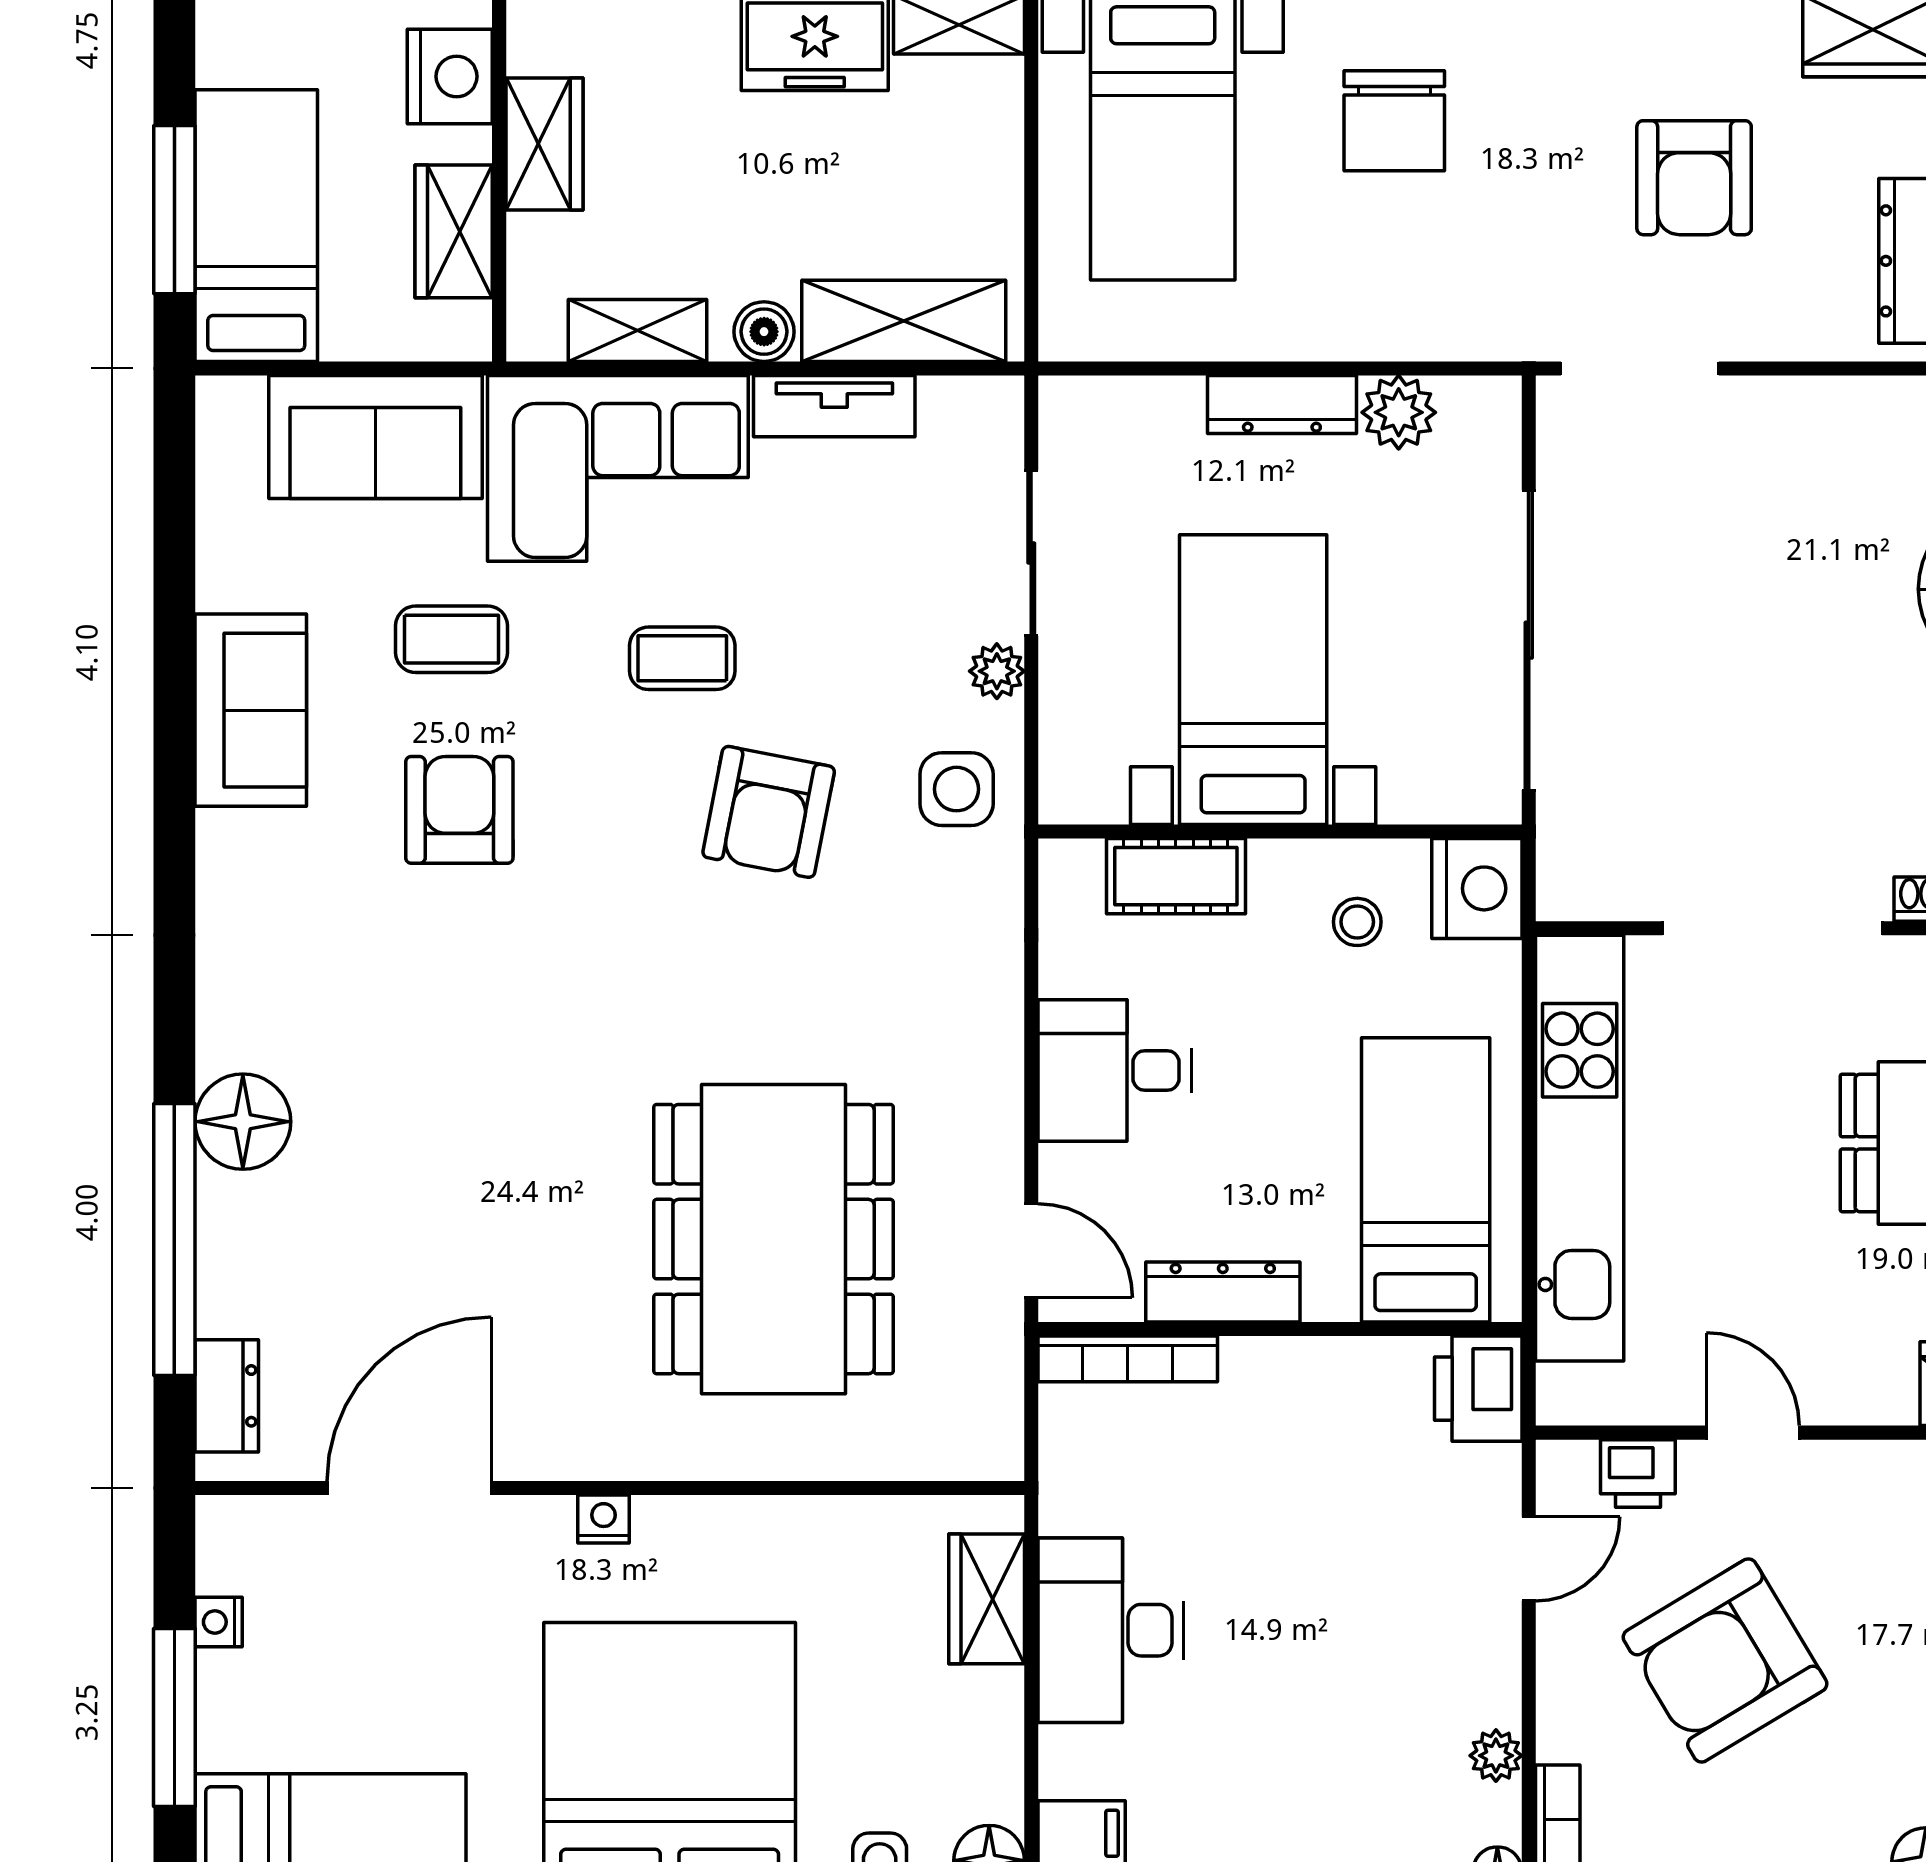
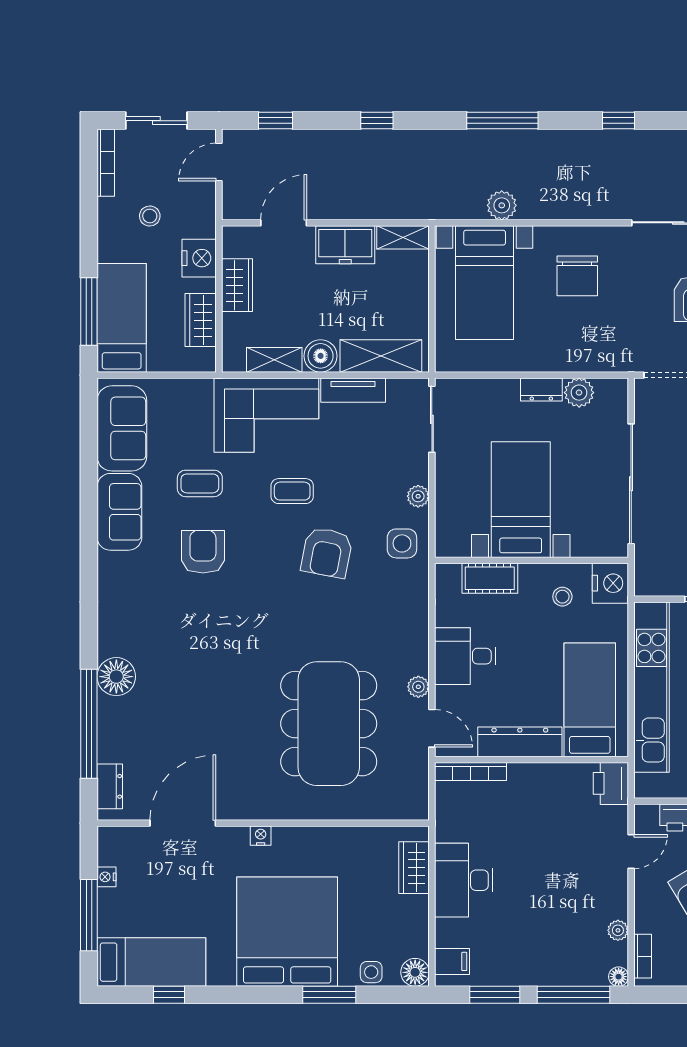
boiler: (764, 332) -> (321, 356), width x1.36, depth x1.36
dresser: (1282, 405) -> (541, 389), width x0.70
sofa: (375, 437) -> (122, 428), moved, turned -90
sliding door: (1031, 553) -> (432, 419), moved
plant: (997, 1147) -> (418, 687), added
dresser: (1223, 1292) -> (520, 742), width x1.37, depth x1.24

